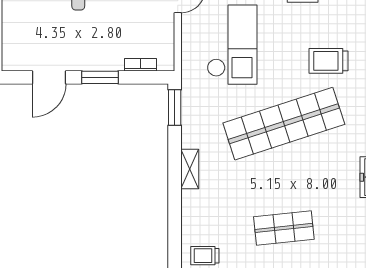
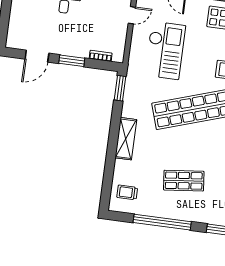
shelving: (190, 169) -> (126, 139), width x1.50, depth x1.33

